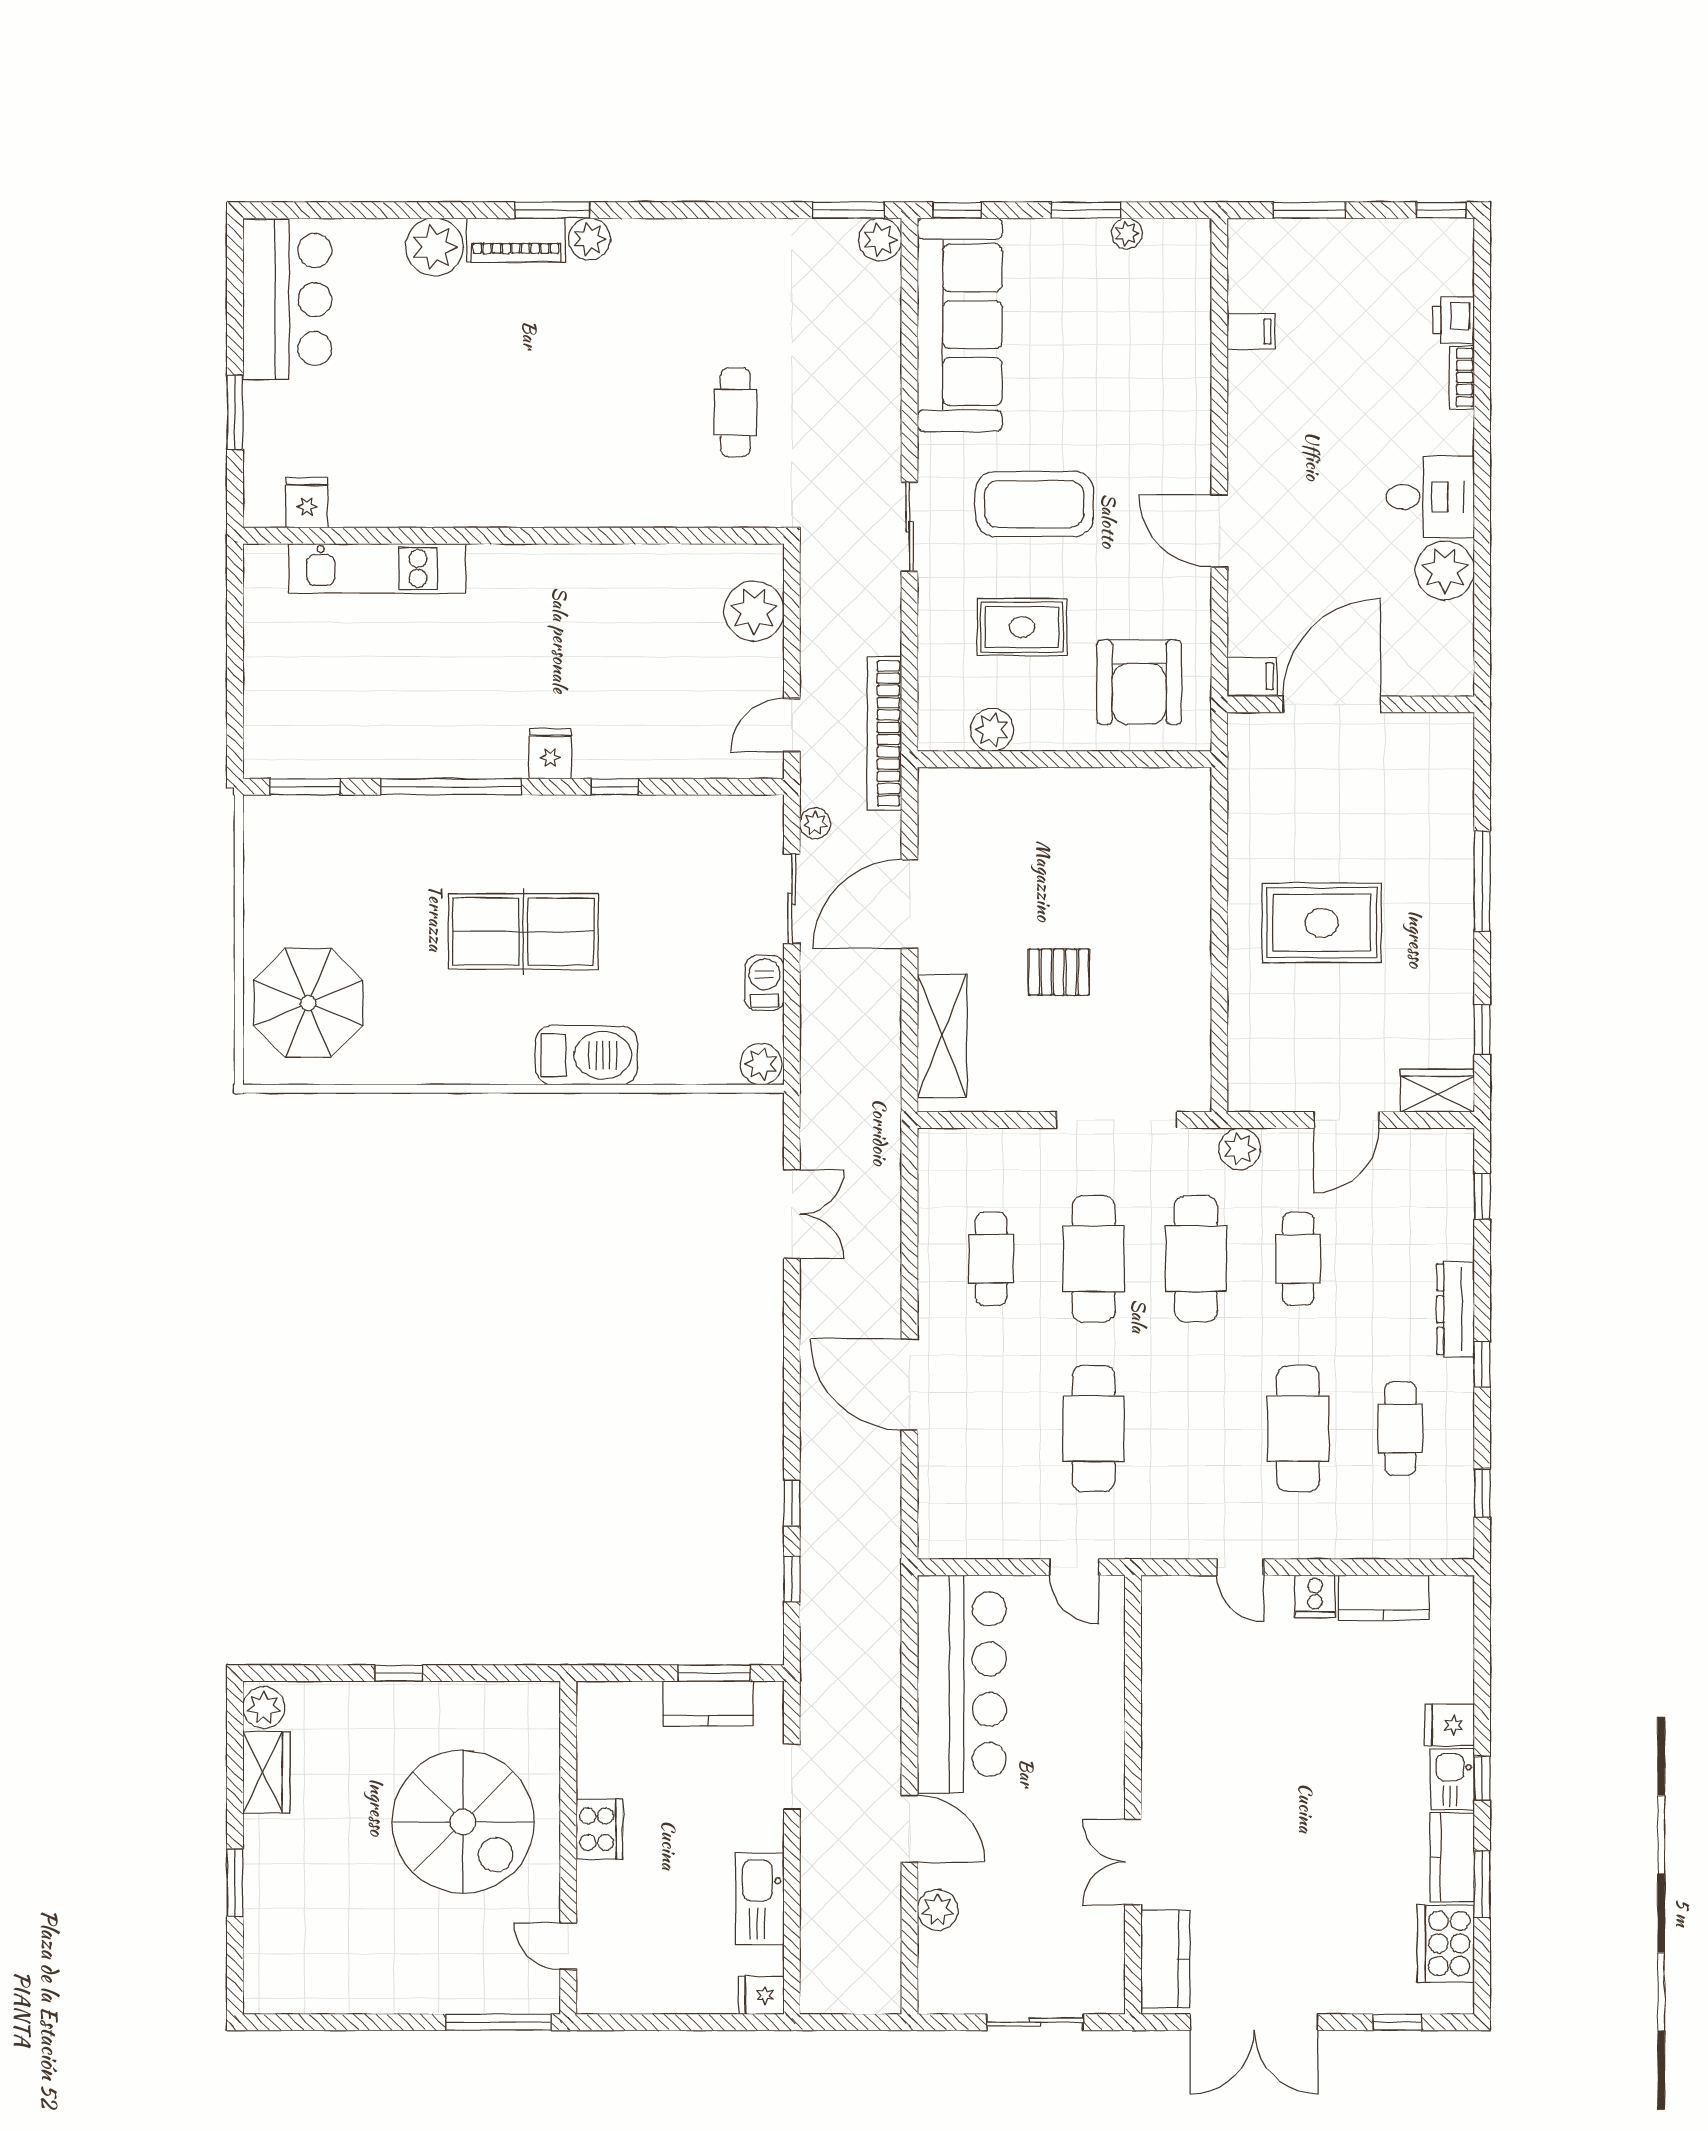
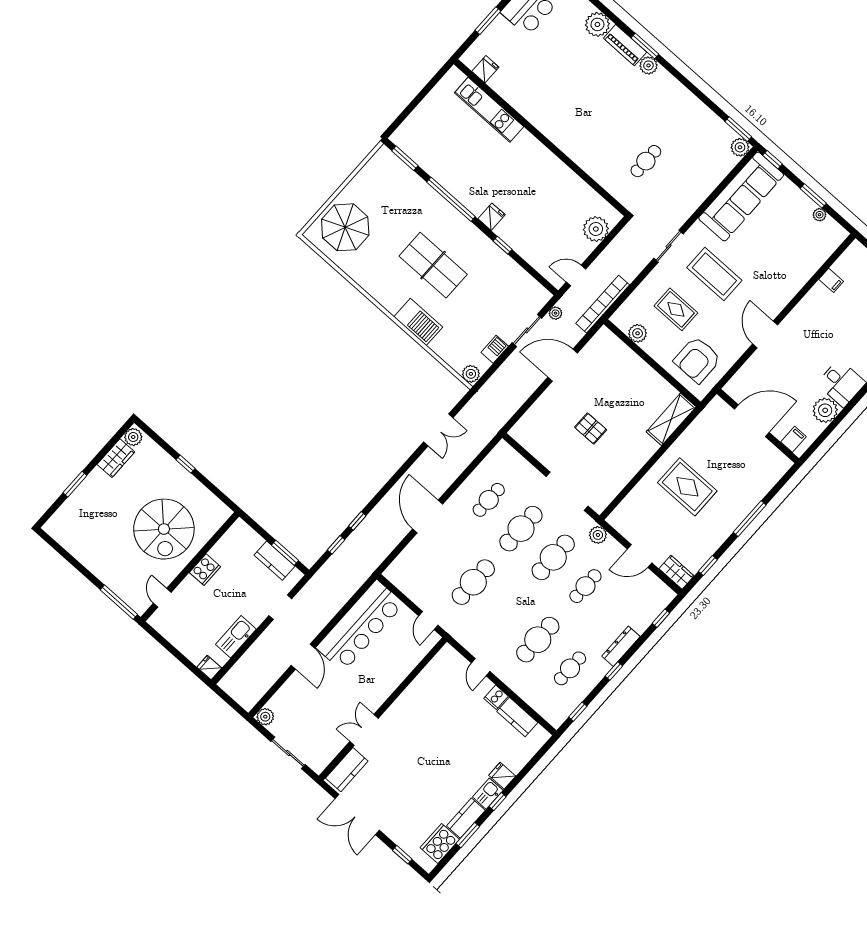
filing cabinet: (1252, 676) -> (794, 439), moved, turned -90
shelving: (942, 1036) -> (671, 419), moved
plant: (938, 1910) -> (265, 717), moved

